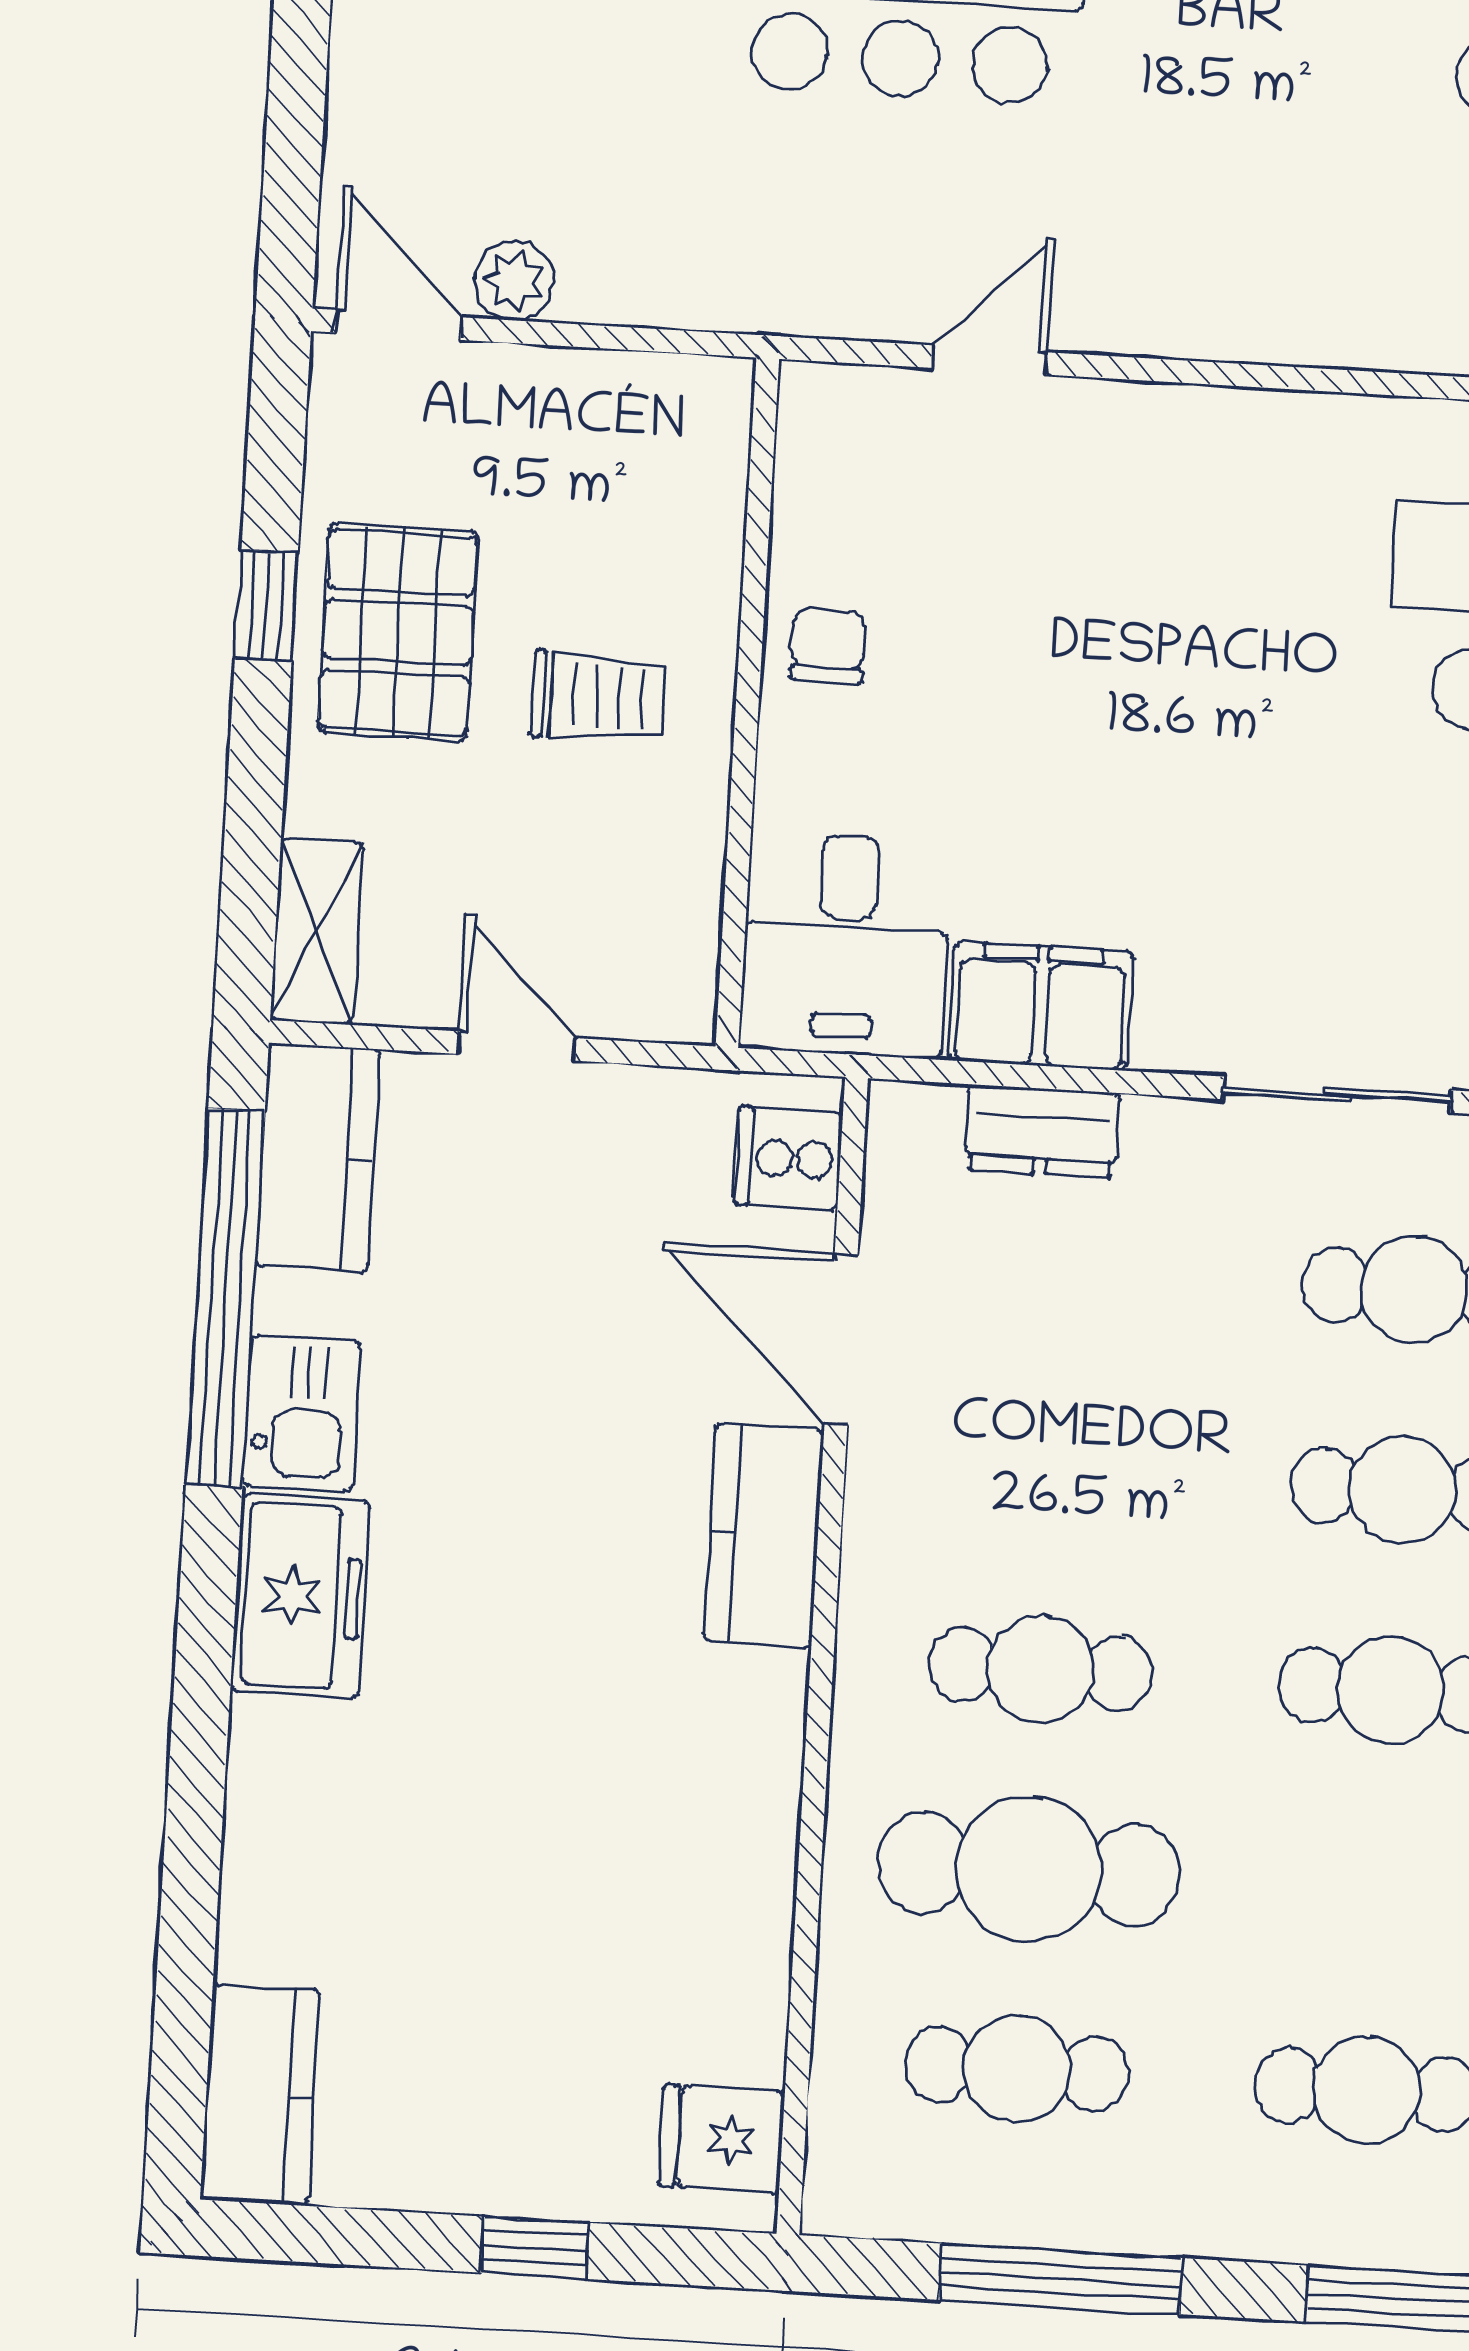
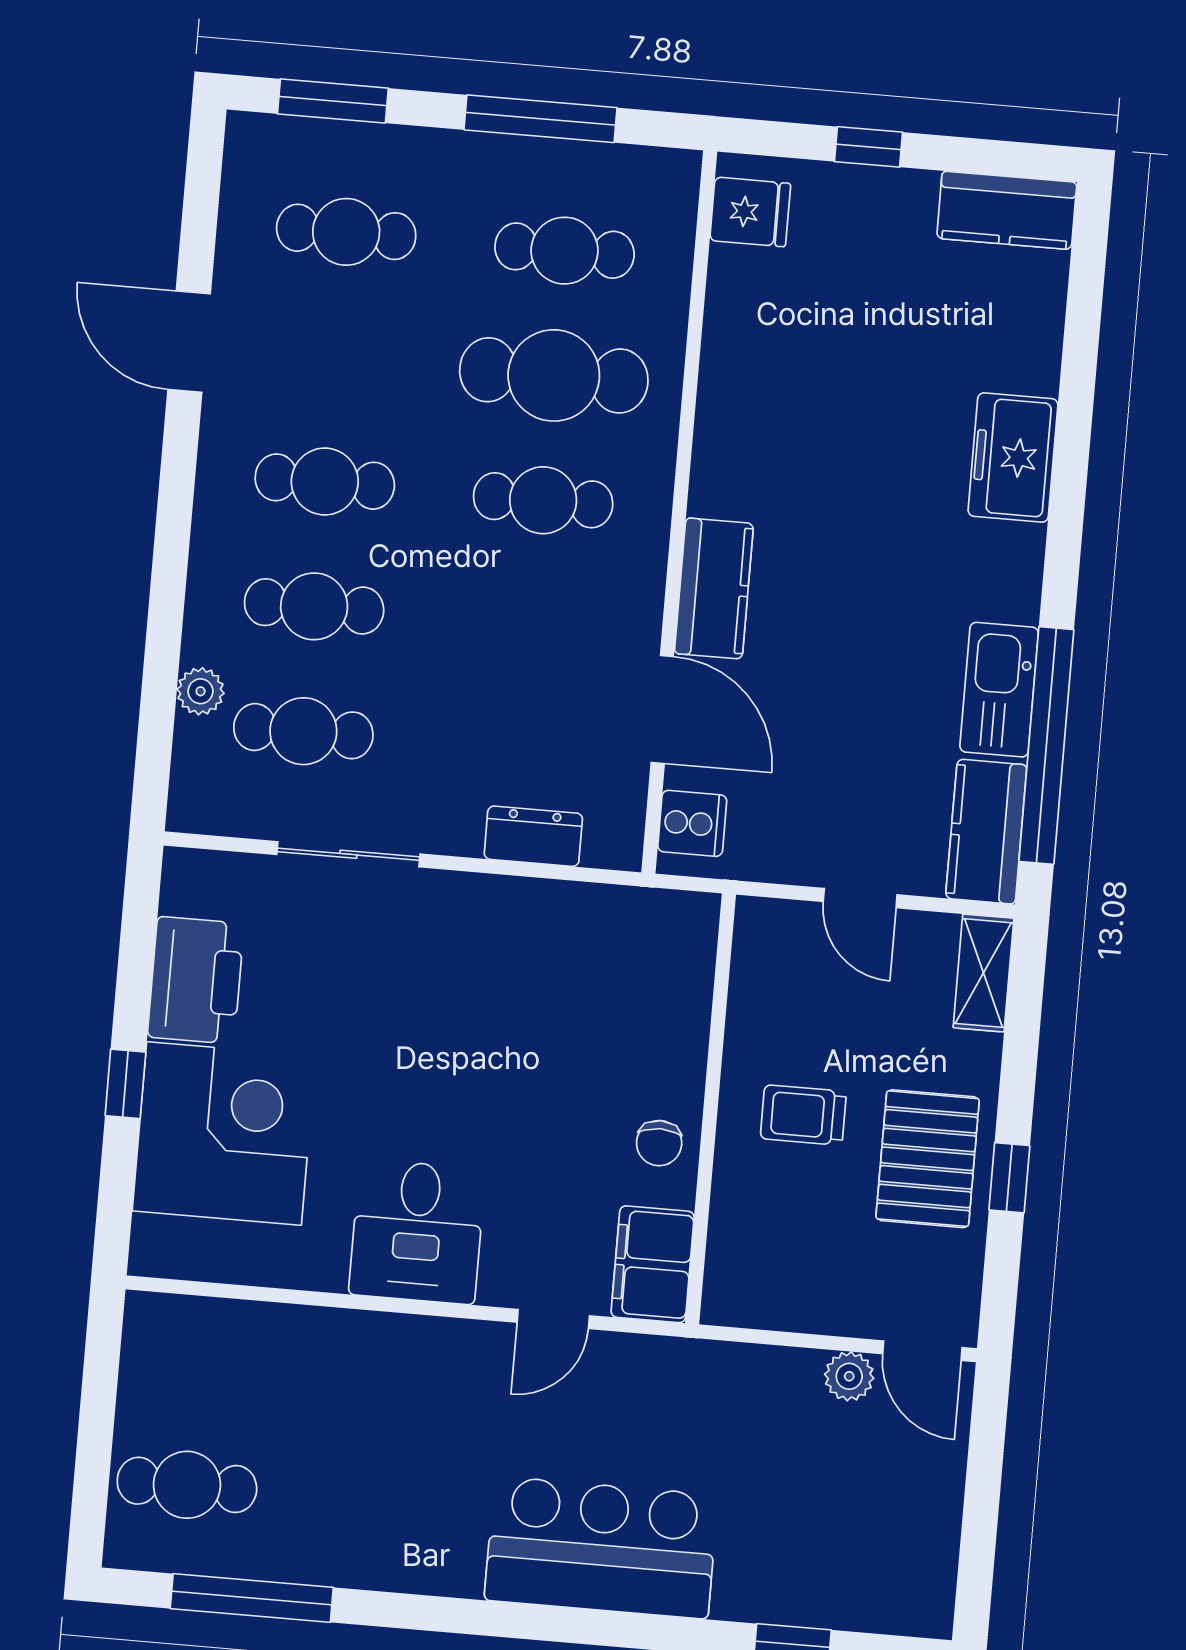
desk: (846, 945) -> (417, 1232), moved, turned 180
filing cabinet: (1041, 1006) -> (653, 1264), moved, turned 90
kitchen sink: (302, 1413) -> (999, 690), width x1.38
freezer: (300, 1596) -> (1013, 458), moved
kitchen counter: (260, 2095) -> (1007, 210), moved, turned -90

